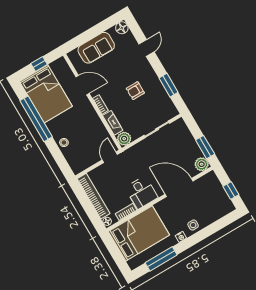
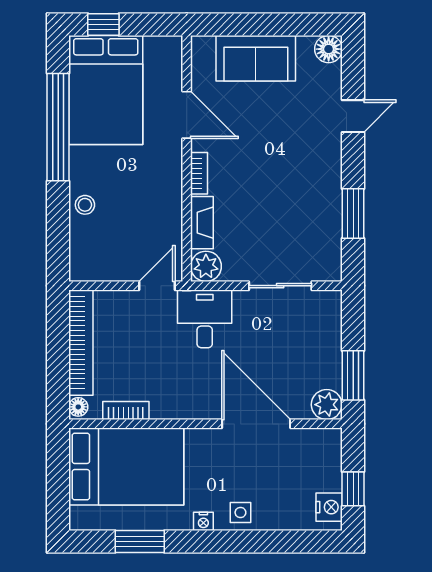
window: (39, 64) -> (103, 25), moved
armchair: (135, 91) -> (283, 186), removed
desk: (142, 193) -> (205, 319), moved, turned 180
nightstand: (226, 203) -> (329, 507), added
window: (161, 259) -> (140, 541), width x0.69

